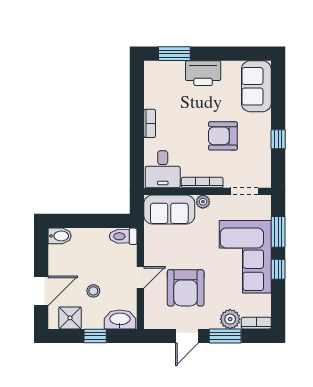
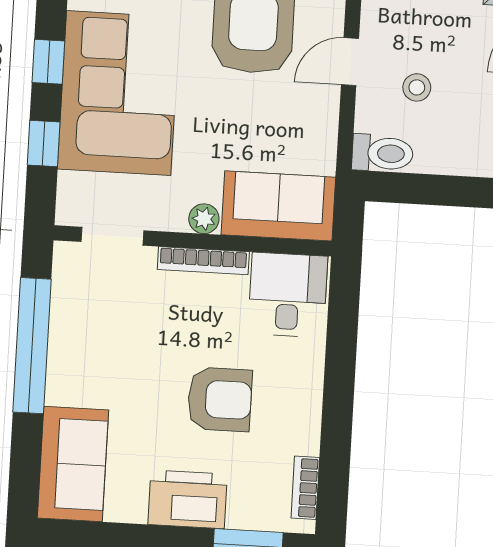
bookcase: (150, 123) -> (305, 488), moved
armchair: (223, 136) -> (220, 399), moved
window: (278, 139) -> (32, 346), width x3.17
window: (278, 232) -> (44, 144), width x0.67
stool: (93, 291) -> (417, 87), moved

